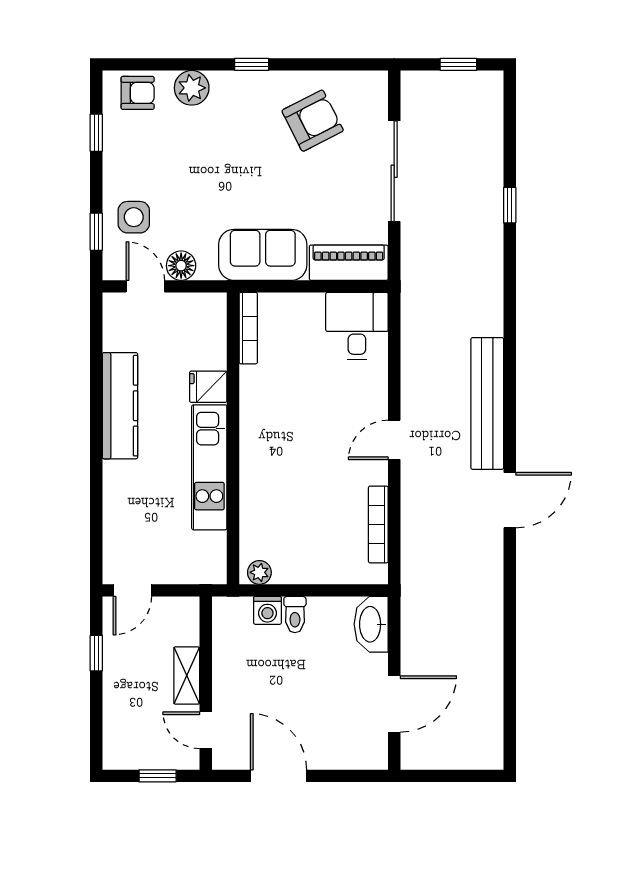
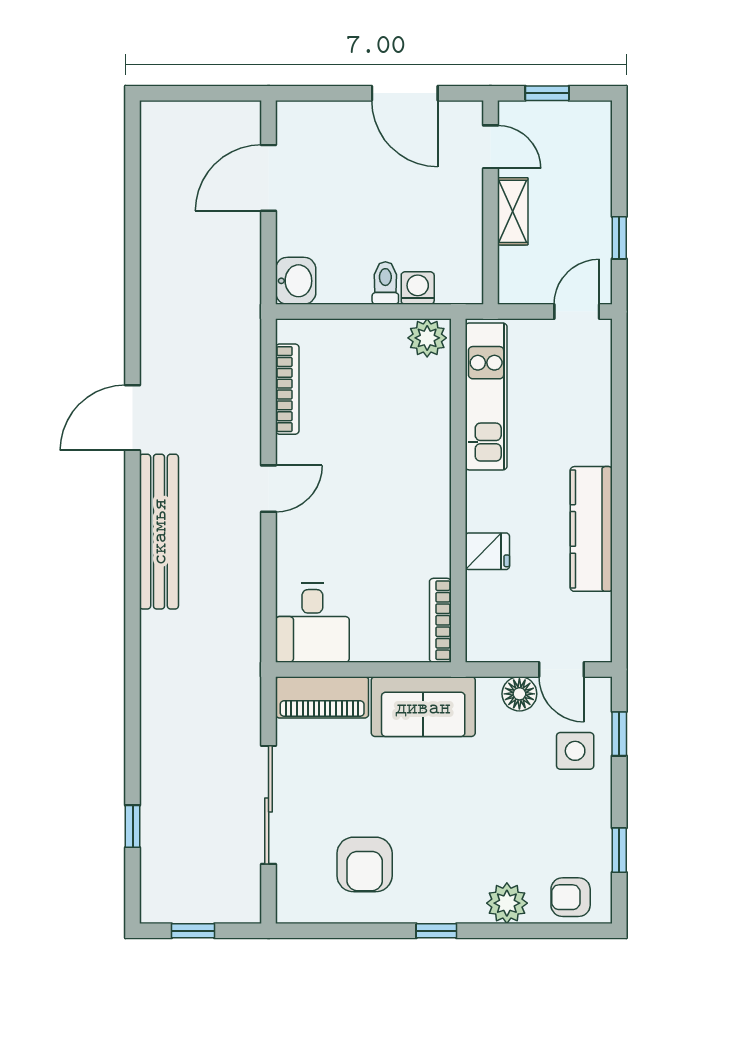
armchair: (313, 121) -> (365, 864), turned -63
window: (510, 205) -> (133, 826), moved
kitchen unit: (209, 467) -> (486, 396), moved
plant: (259, 572) -> (427, 338), width x1.38, depth x1.38
washbasin: (371, 624) -> (296, 281), width x0.72

